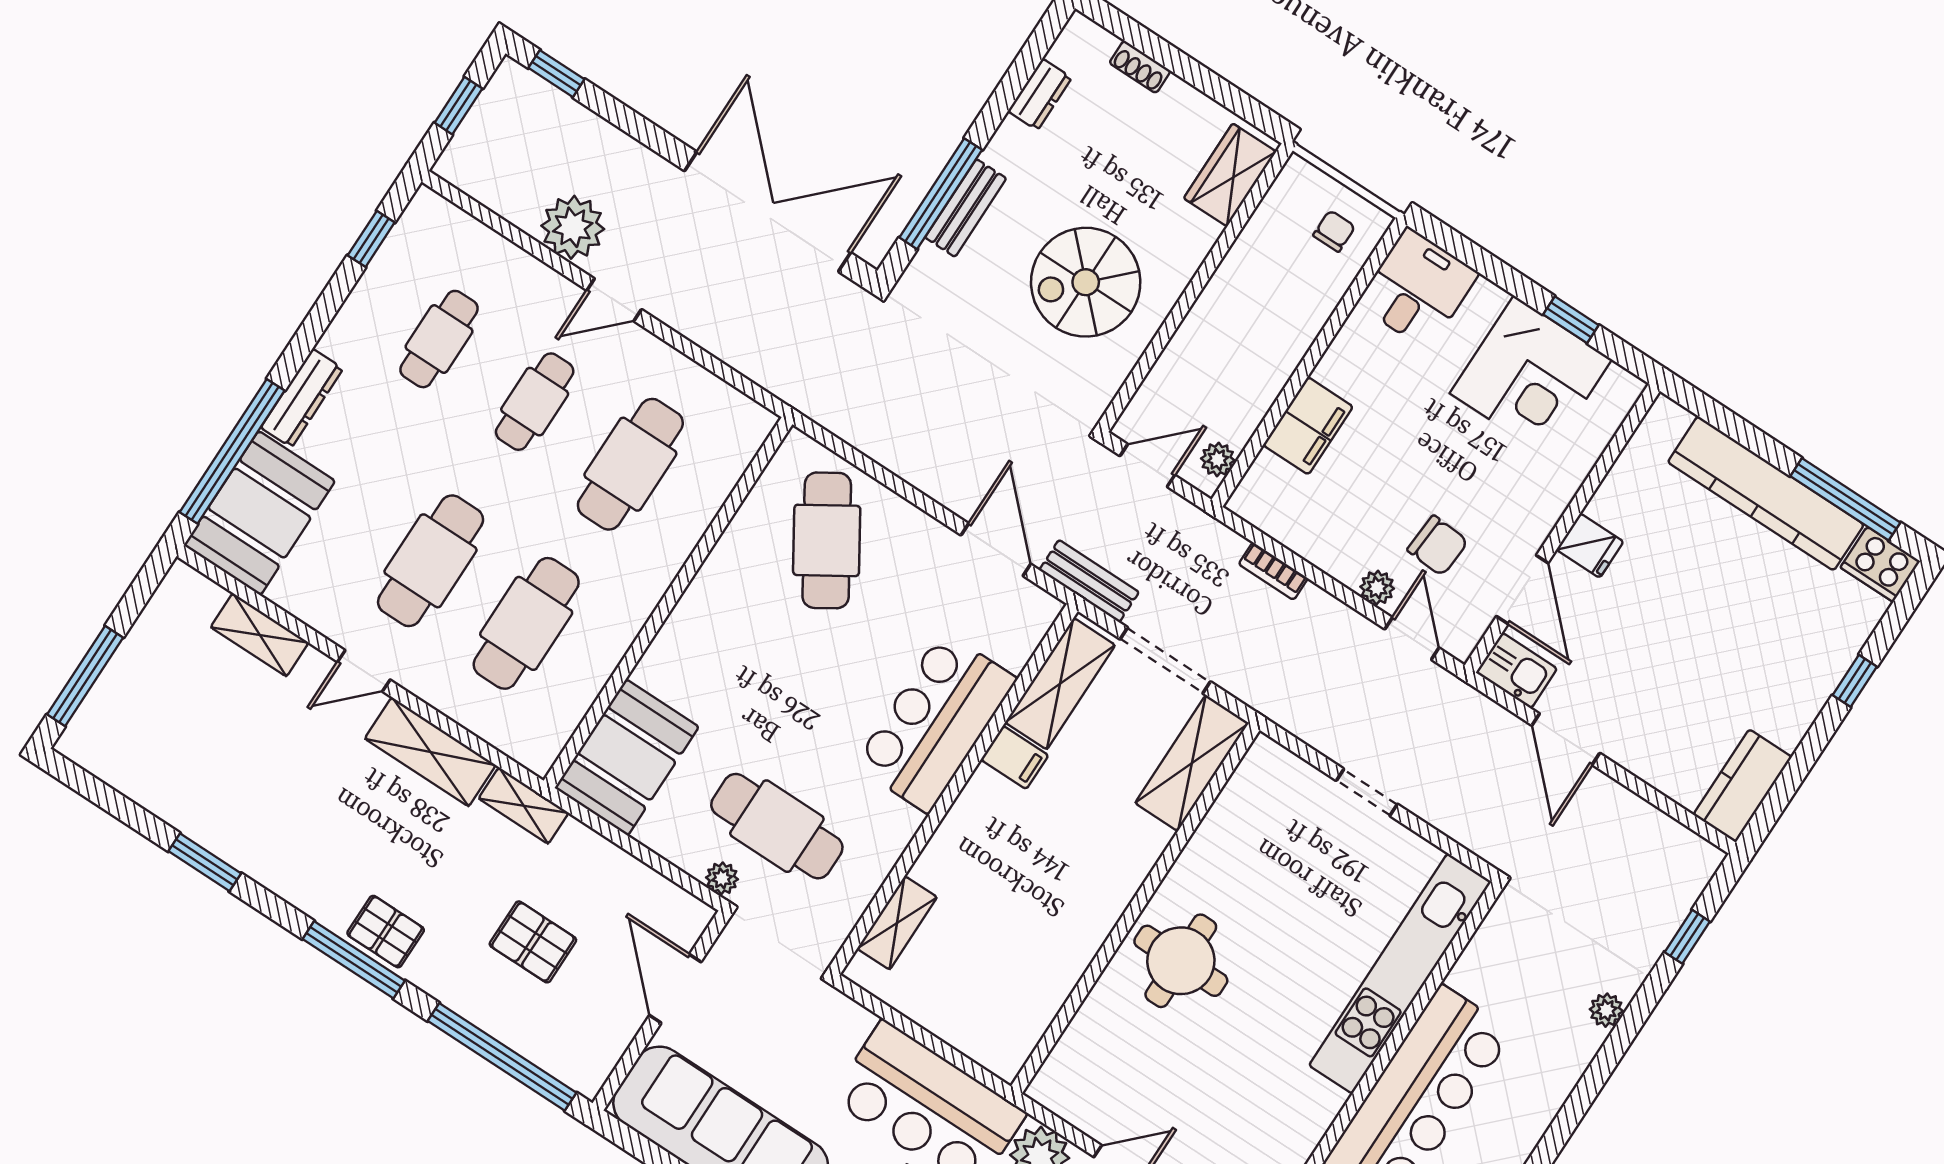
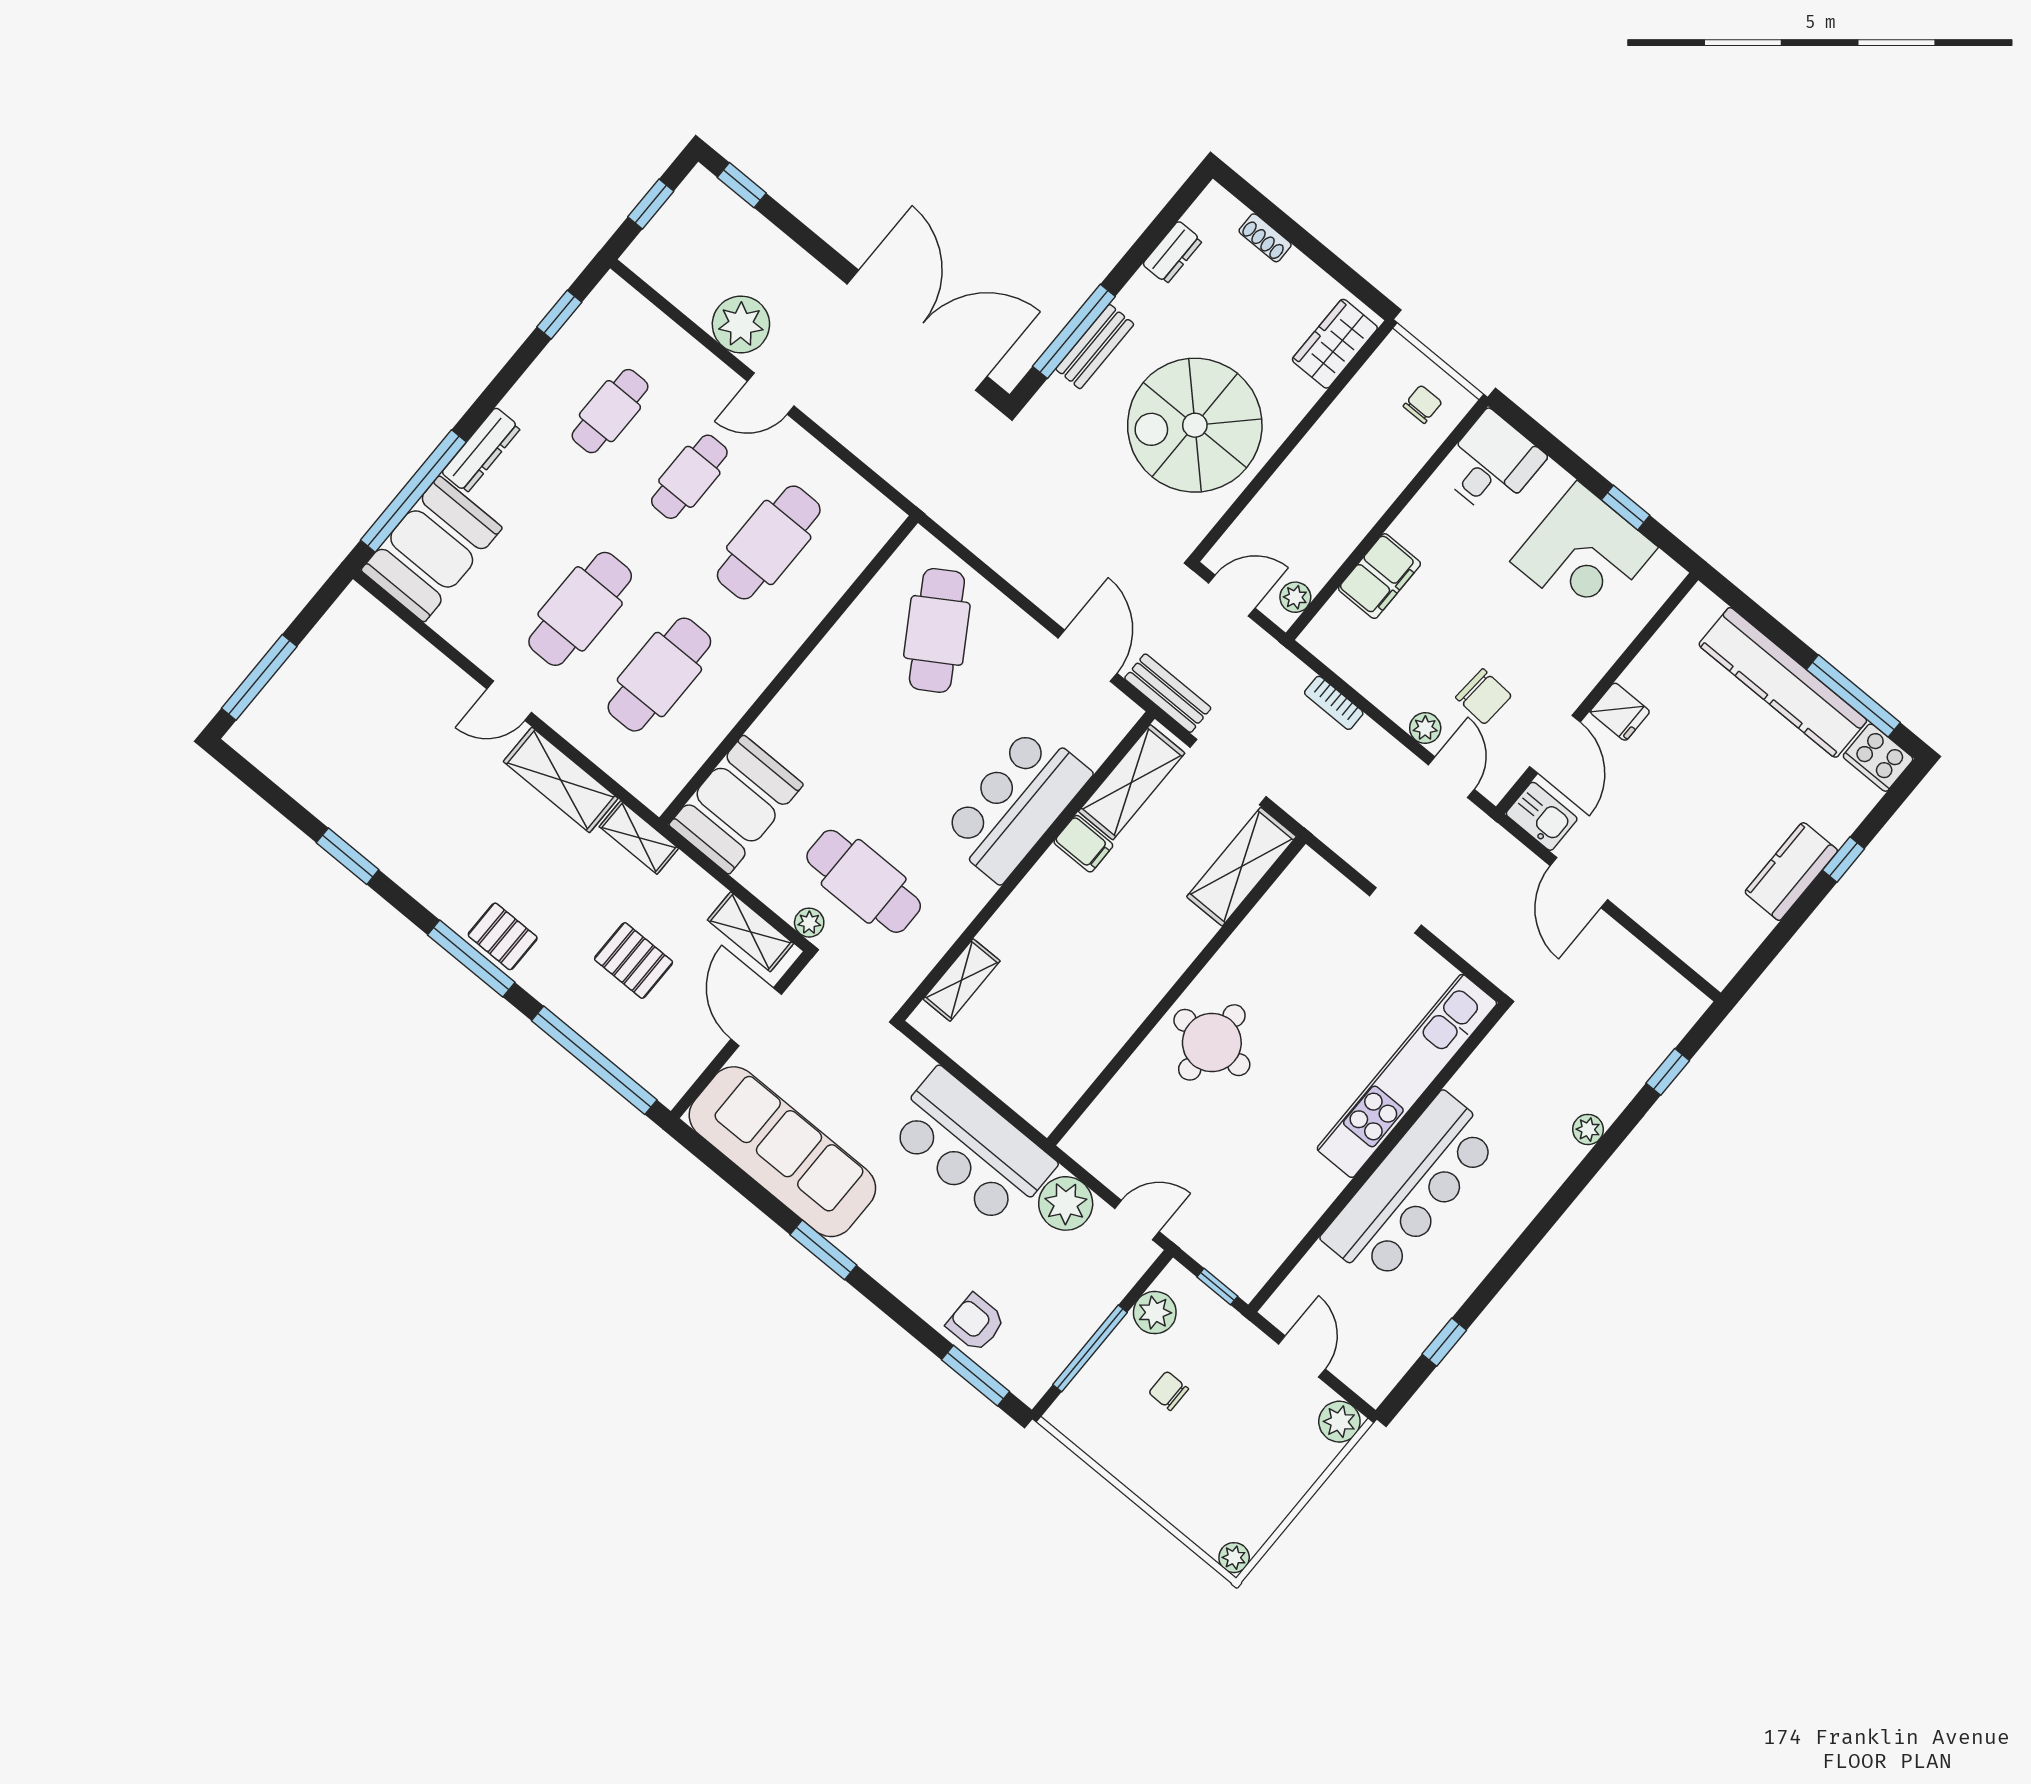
spiral stairs: (1086, 282) -> (1195, 425), width x1.37, depth x1.37
shelving: (260, 635) -> (751, 932), moved
kitchen counter: (1743, 786) -> (1791, 871), moved

